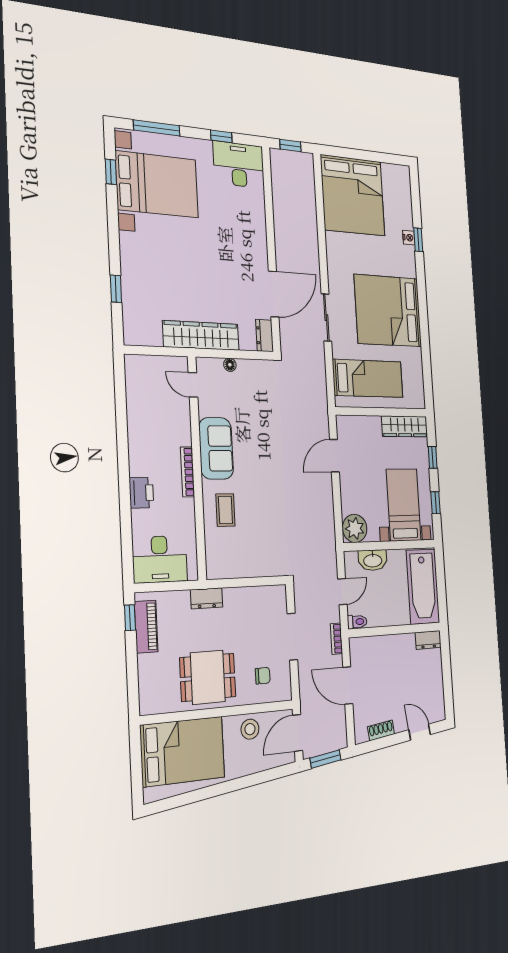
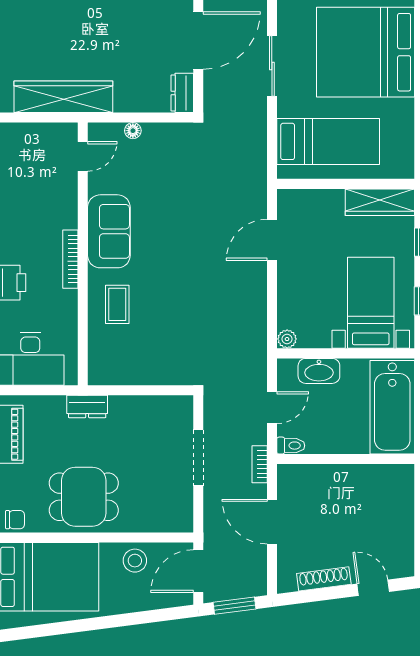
wardrobe: (201, 335) -> (63, 97), moved
door: (193, 385) -> (83, 156), swing flipped
plant: (355, 528) -> (287, 339), width x0.53, depth x0.53
dresser: (428, 640) -> (395, 475), removed
chair: (263, 676) -> (15, 520), moved
shoe rack: (381, 730) -> (324, 579), width x1.43

